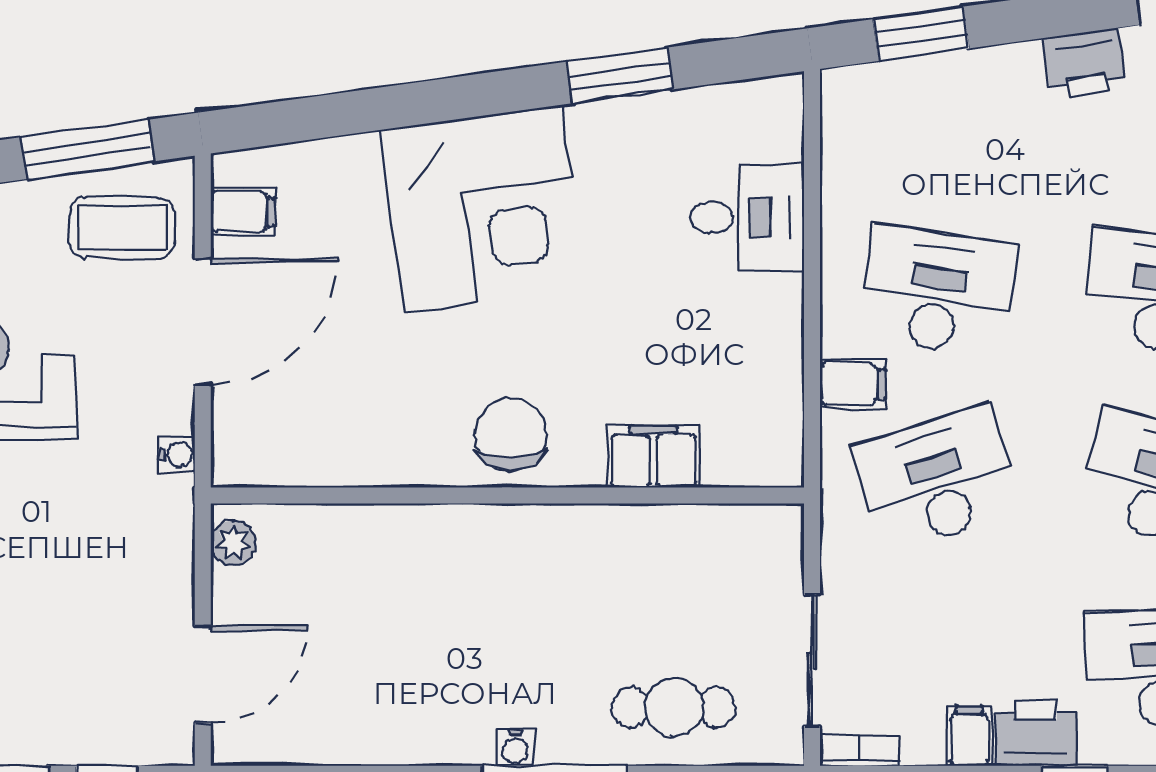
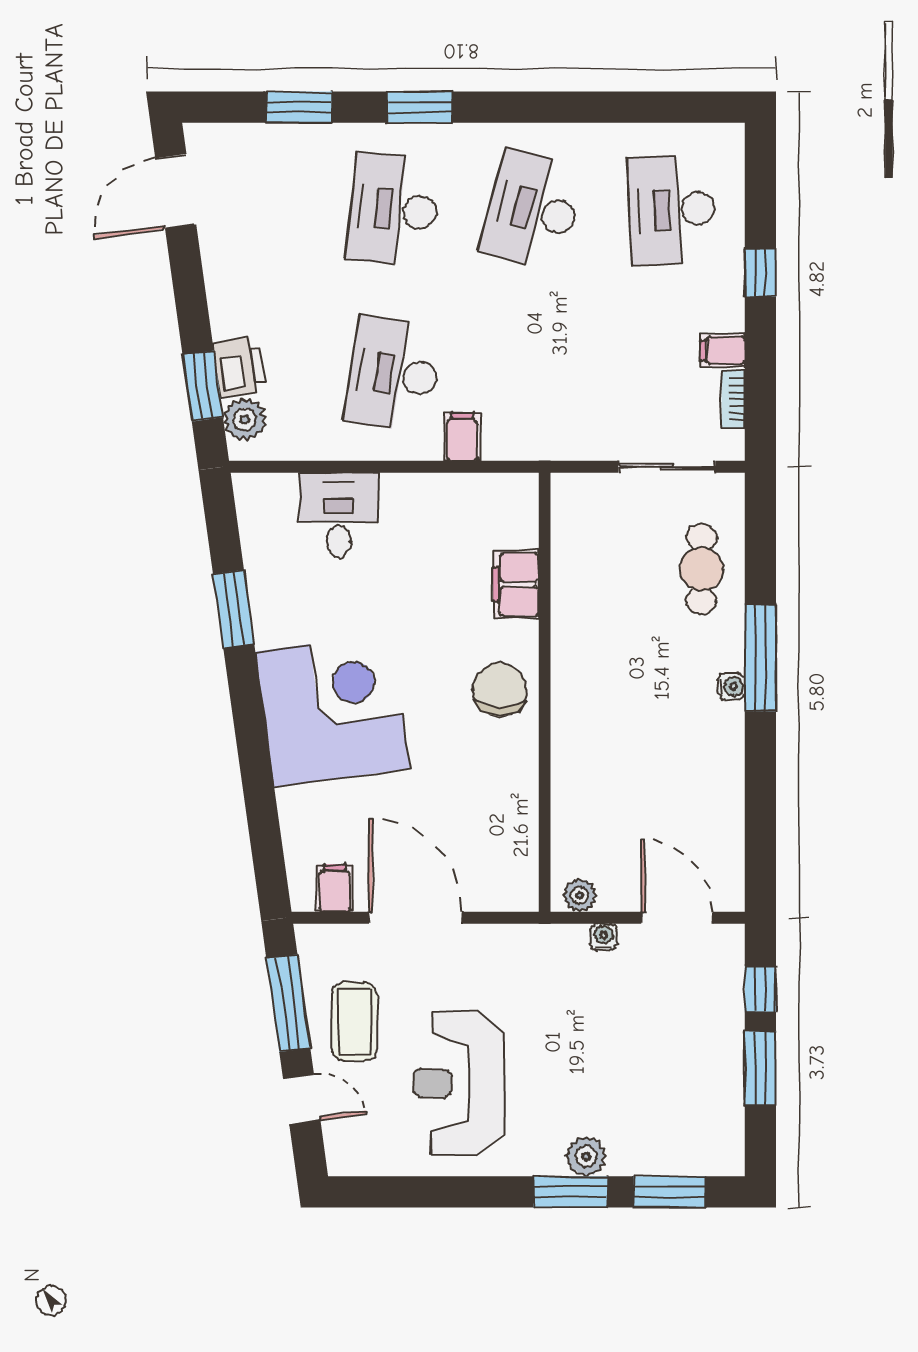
printer: (1084, 64) -> (239, 367), moved
plant: (876, 90) -> (245, 419), added
coffee table: (122, 228) -> (354, 1022), moved
chair: (511, 435) -> (500, 690), turned 91
water cooler: (177, 455) -> (603, 937), moved
desk: (937, 479) -> (533, 374), removed
printer: (1036, 733) -> (720, 301), removed
bookcase: (859, 750) -> (733, 399), moved

